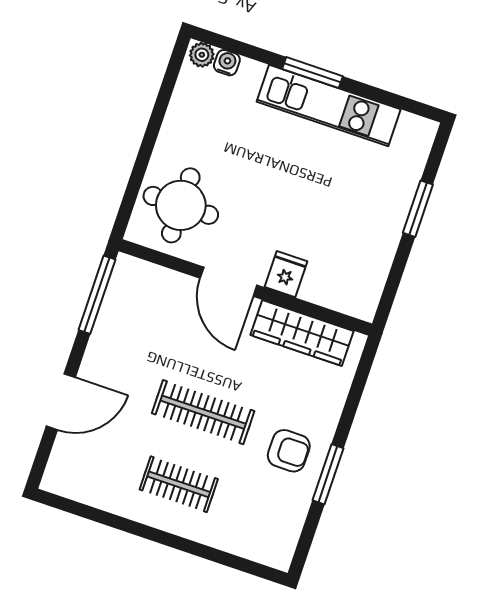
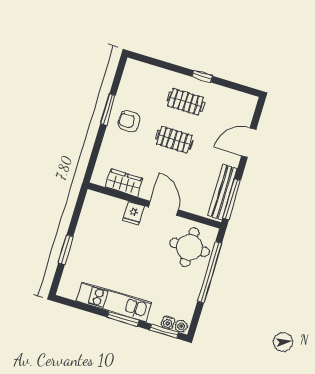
window: (235, 46) -> (164, 331), added
window: (144, 156) -> (210, 272), added
bench: (114, 309) -> (222, 192), added
wardrobe: (302, 333) -> (124, 183), width x0.67
clothes rail: (203, 412) -> (174, 140), width x0.73
window: (145, 532) -> (202, 76), added

